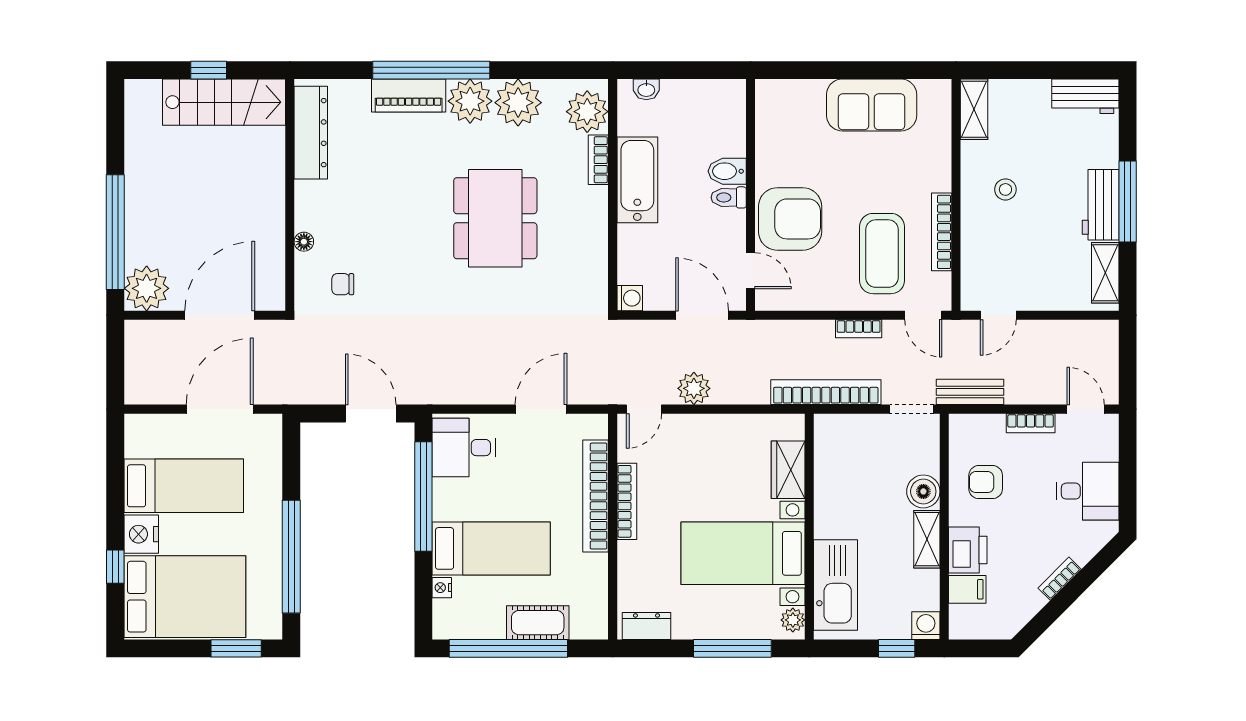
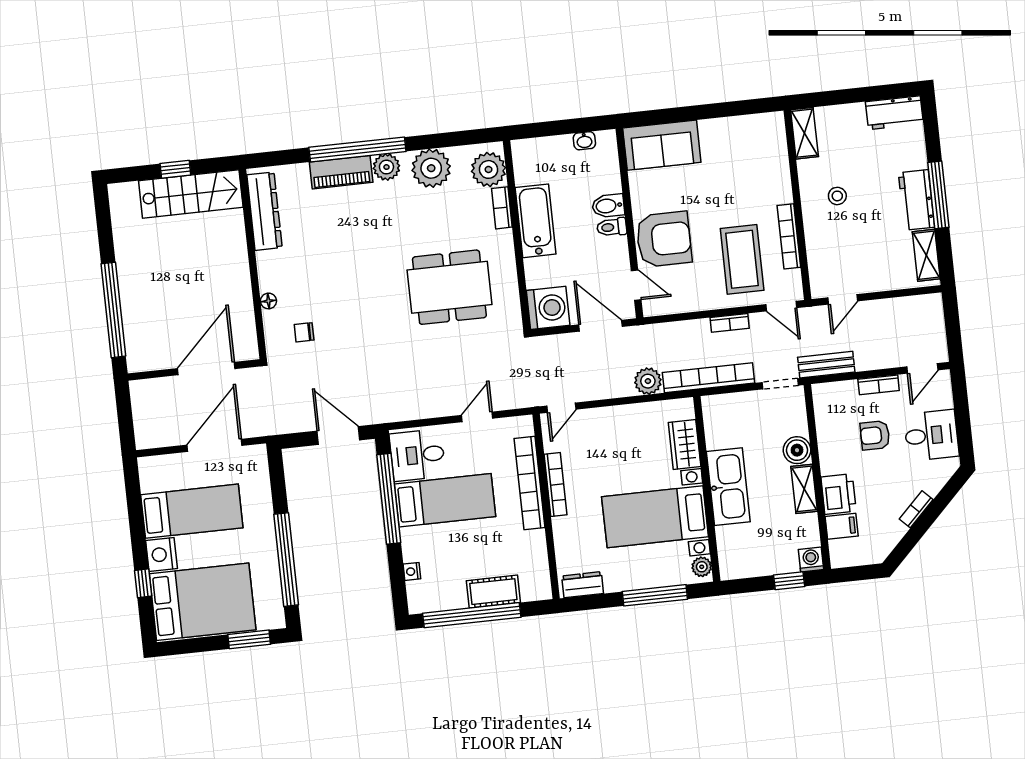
washbasin: (646, 89) -> (584, 141), moved
plant: (470, 101) -> (386, 167), width x0.73, depth x0.73
sofa: (872, 105) -> (662, 145), moved
dining table: (495, 218) -> (449, 287), moved, turned 90
plant: (147, 288) -> (144, 353), removed
washing machine: (630, 298) -> (548, 308), width x1.89, depth x1.89
plant: (694, 388) -> (648, 381), moved
door: (541, 409) -> (477, 417), width x0.73
door: (1086, 409) -> (922, 368), swing flipped
armchair: (986, 482) -> (875, 435), moved
bed: (491, 548) -> (445, 500), moved
kitchen sink: (835, 585) -> (728, 487), moved

